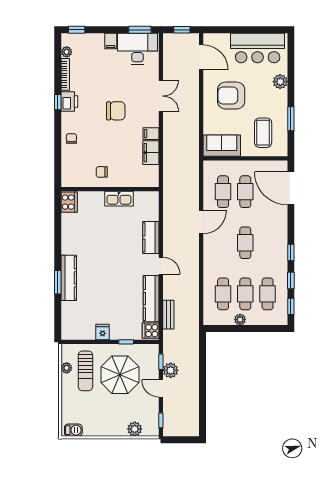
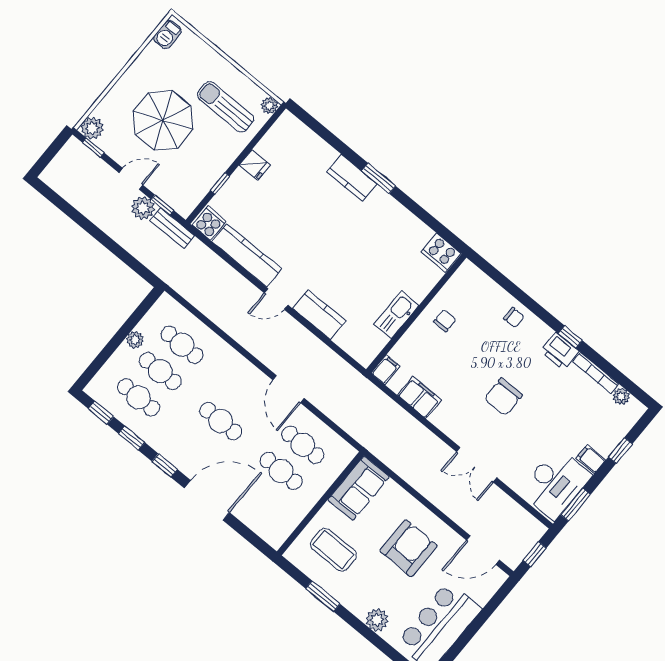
window: (77, 30) -> (620, 450), moved
filing cabinet: (151, 134) -> (385, 370), moved
door: (291, 188) -> (207, 500), moved
kitchen counter: (69, 278) -> (352, 178), width x0.67
window: (58, 282) -> (379, 178), moved
bench: (168, 315) -> (172, 228), moved
plant: (67, 368) -> (270, 106), moved
parasol: (120, 375) -> (163, 120), moved
plant: (135, 429) -> (92, 128), moved

